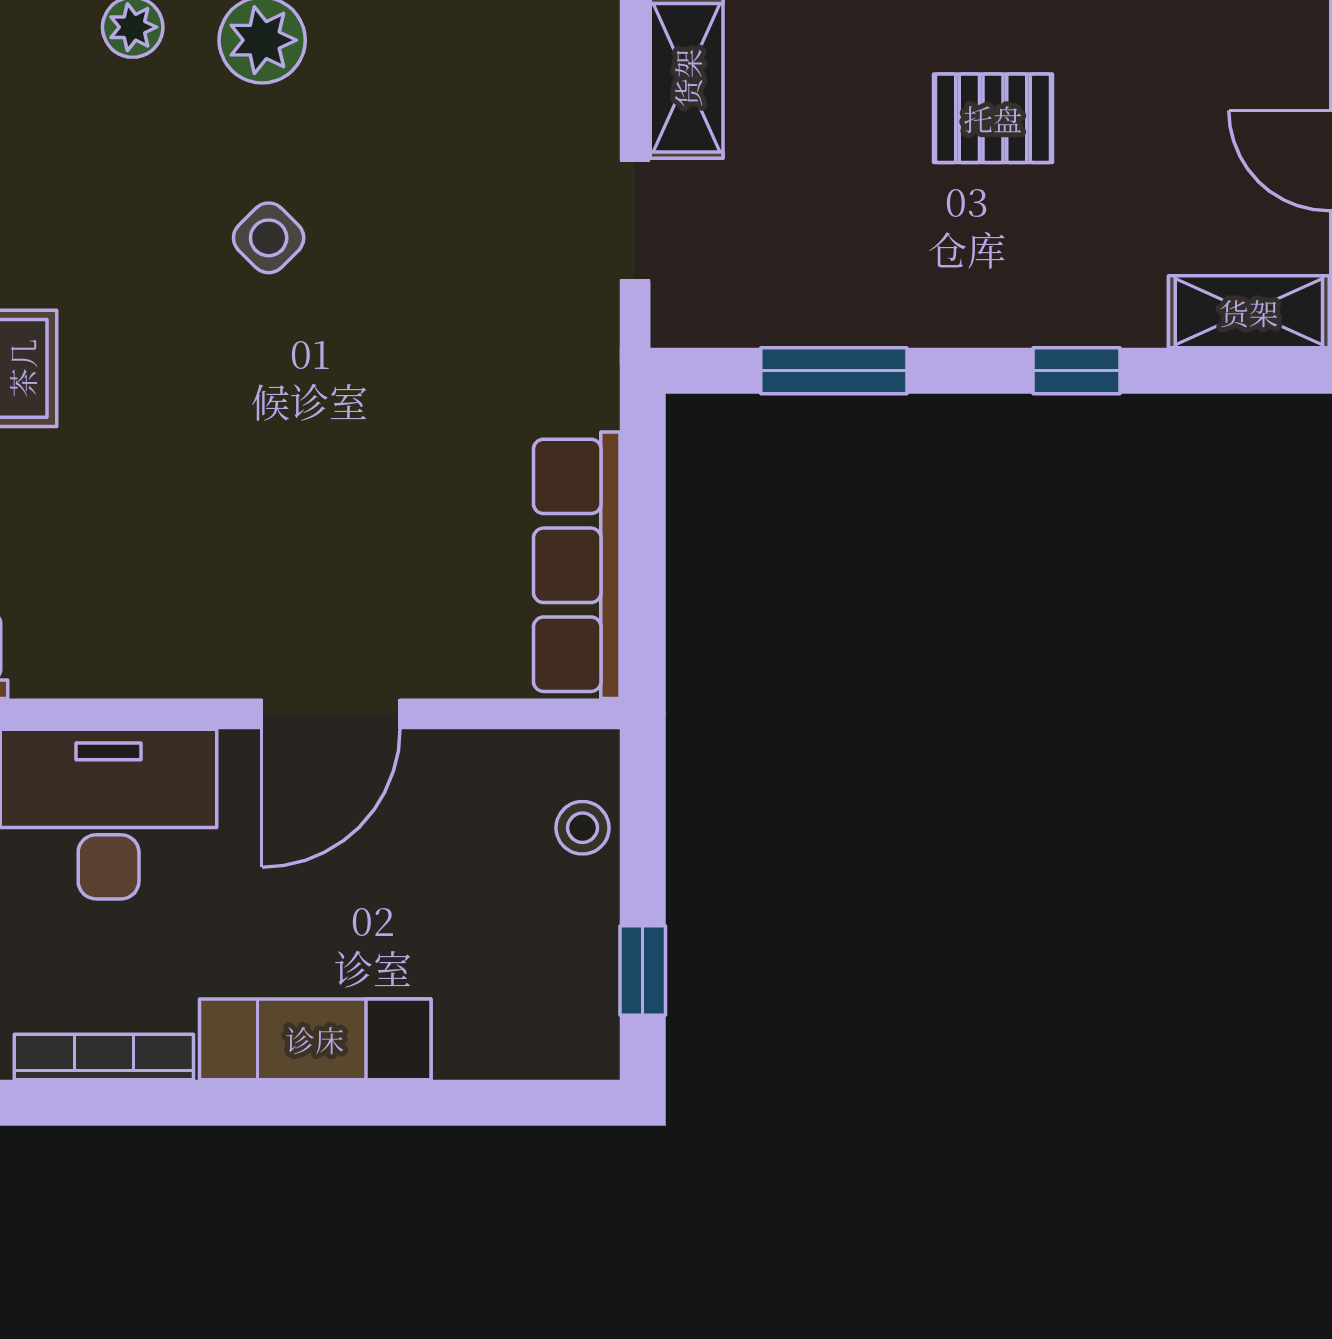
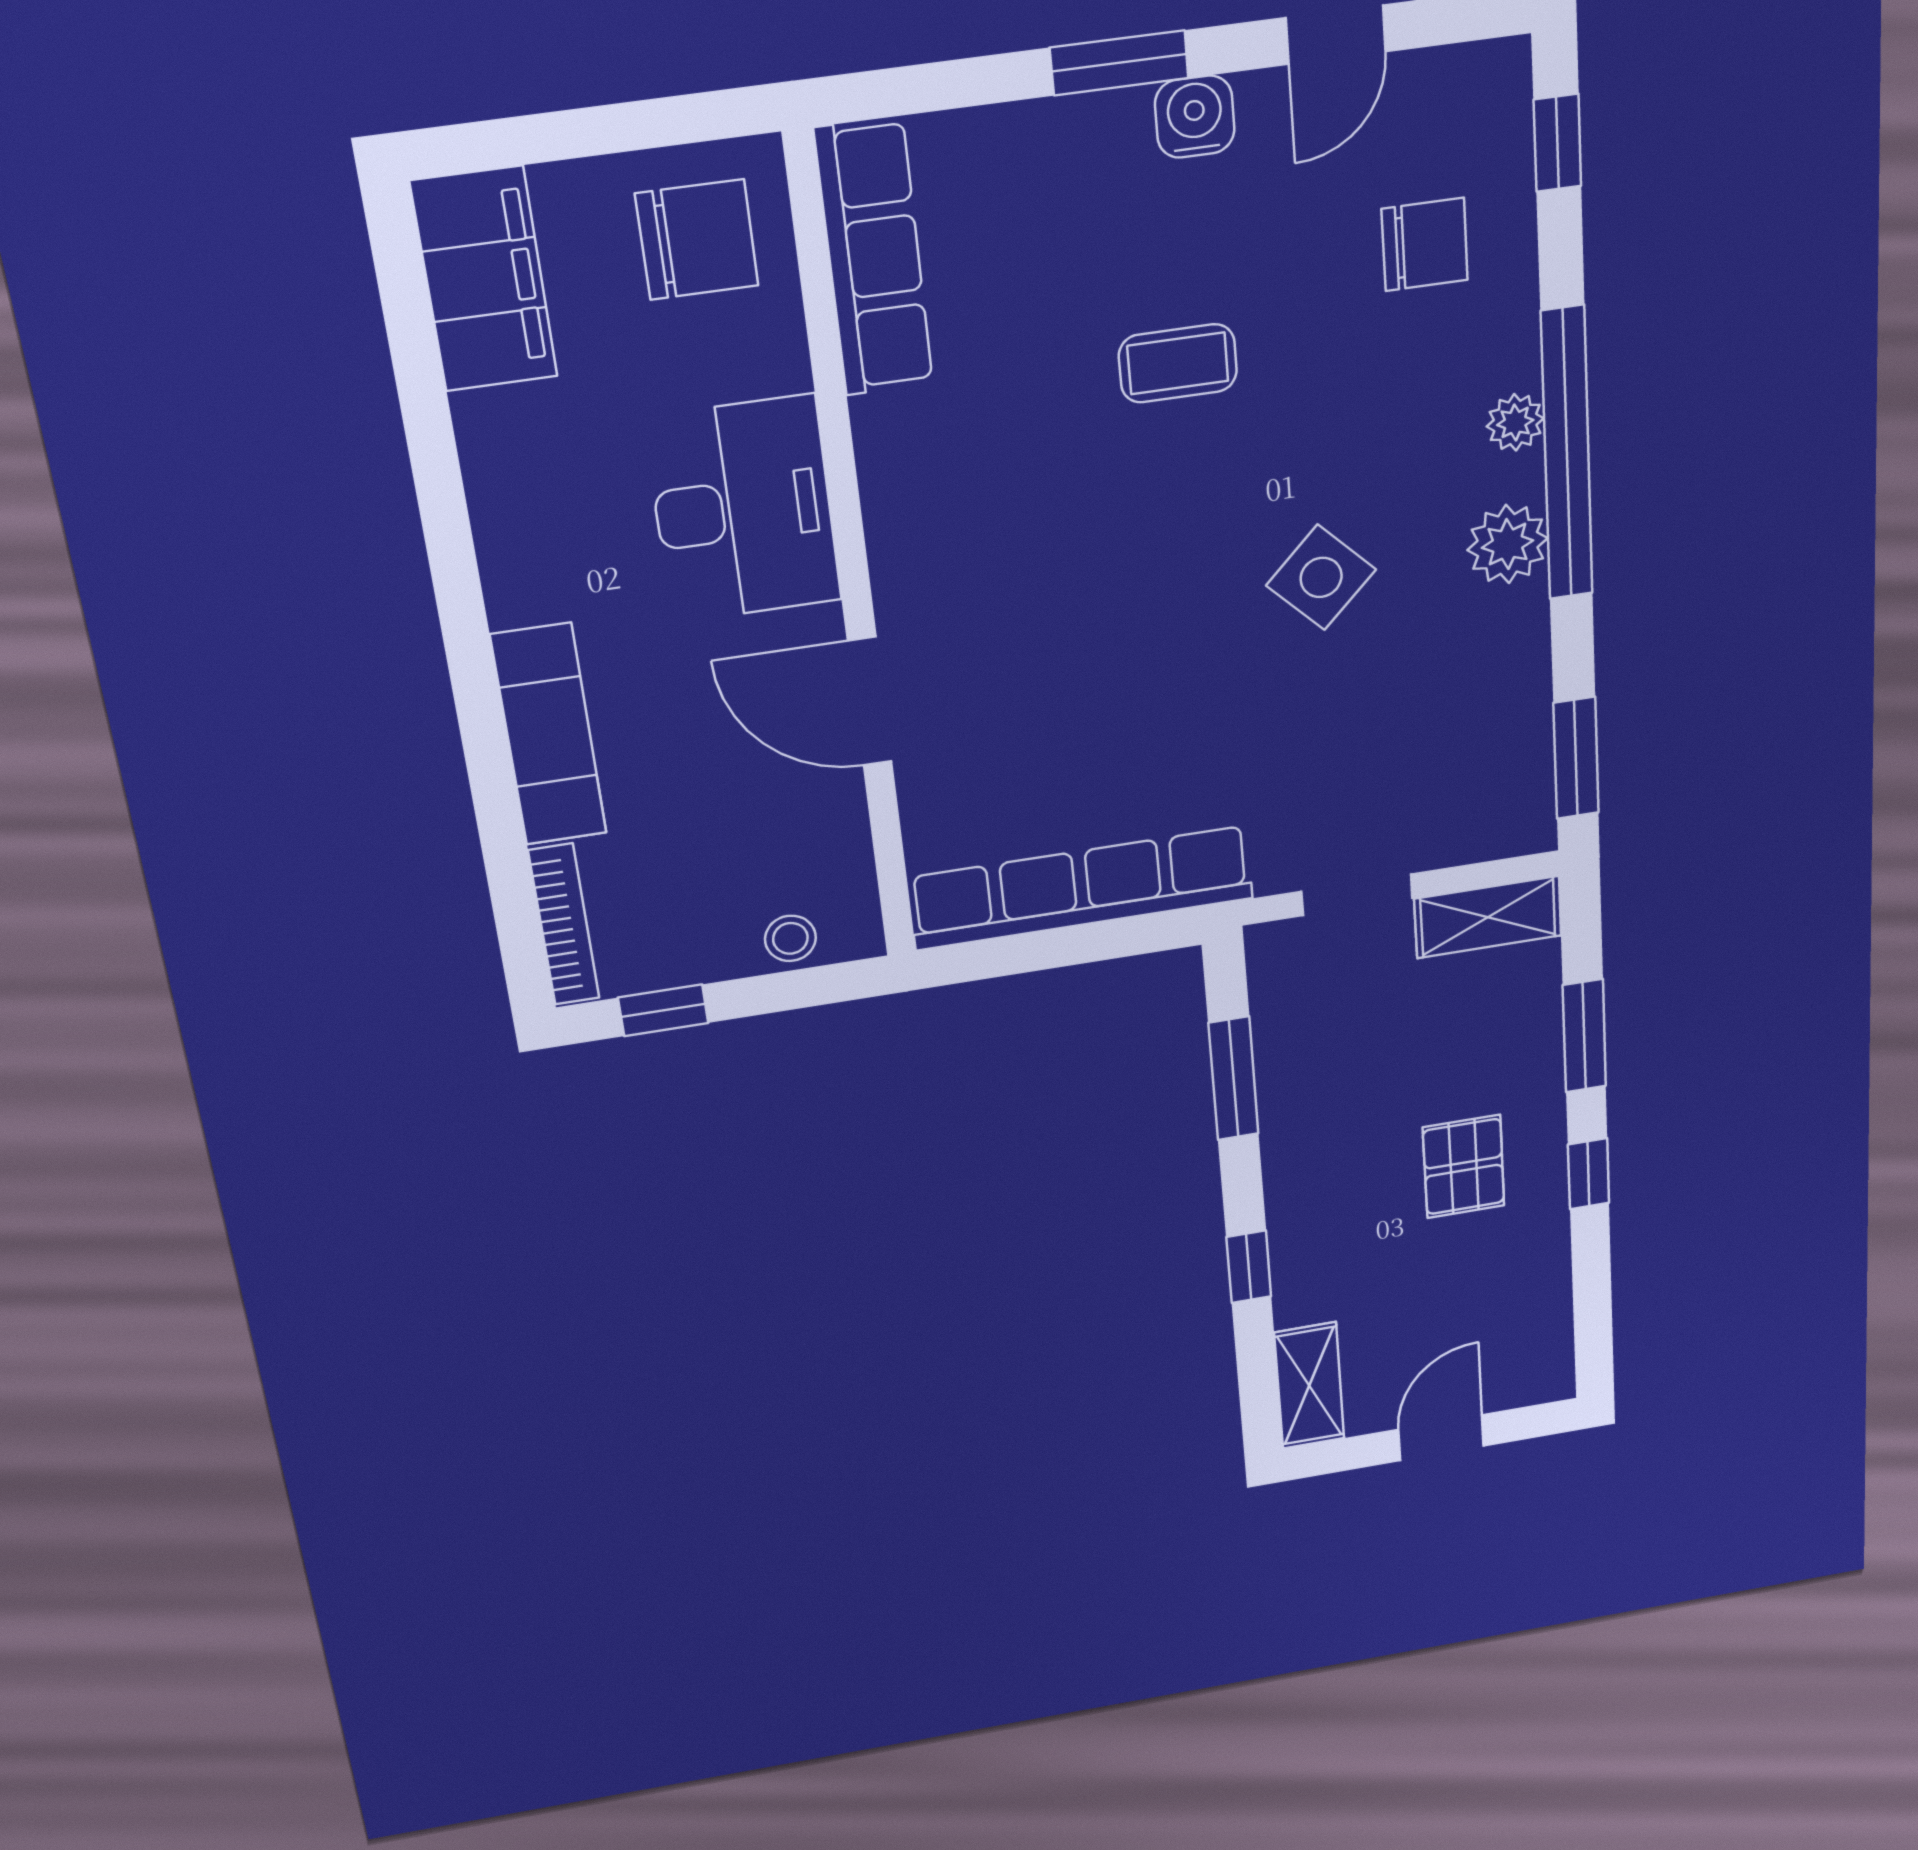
side table: (269, 238) -> (1321, 577), width x1.37, depth x1.37
row of seats: (577, 565) -> (1081, 888), width x1.36
bookcase: (104, 1057) -> (564, 924), moved

